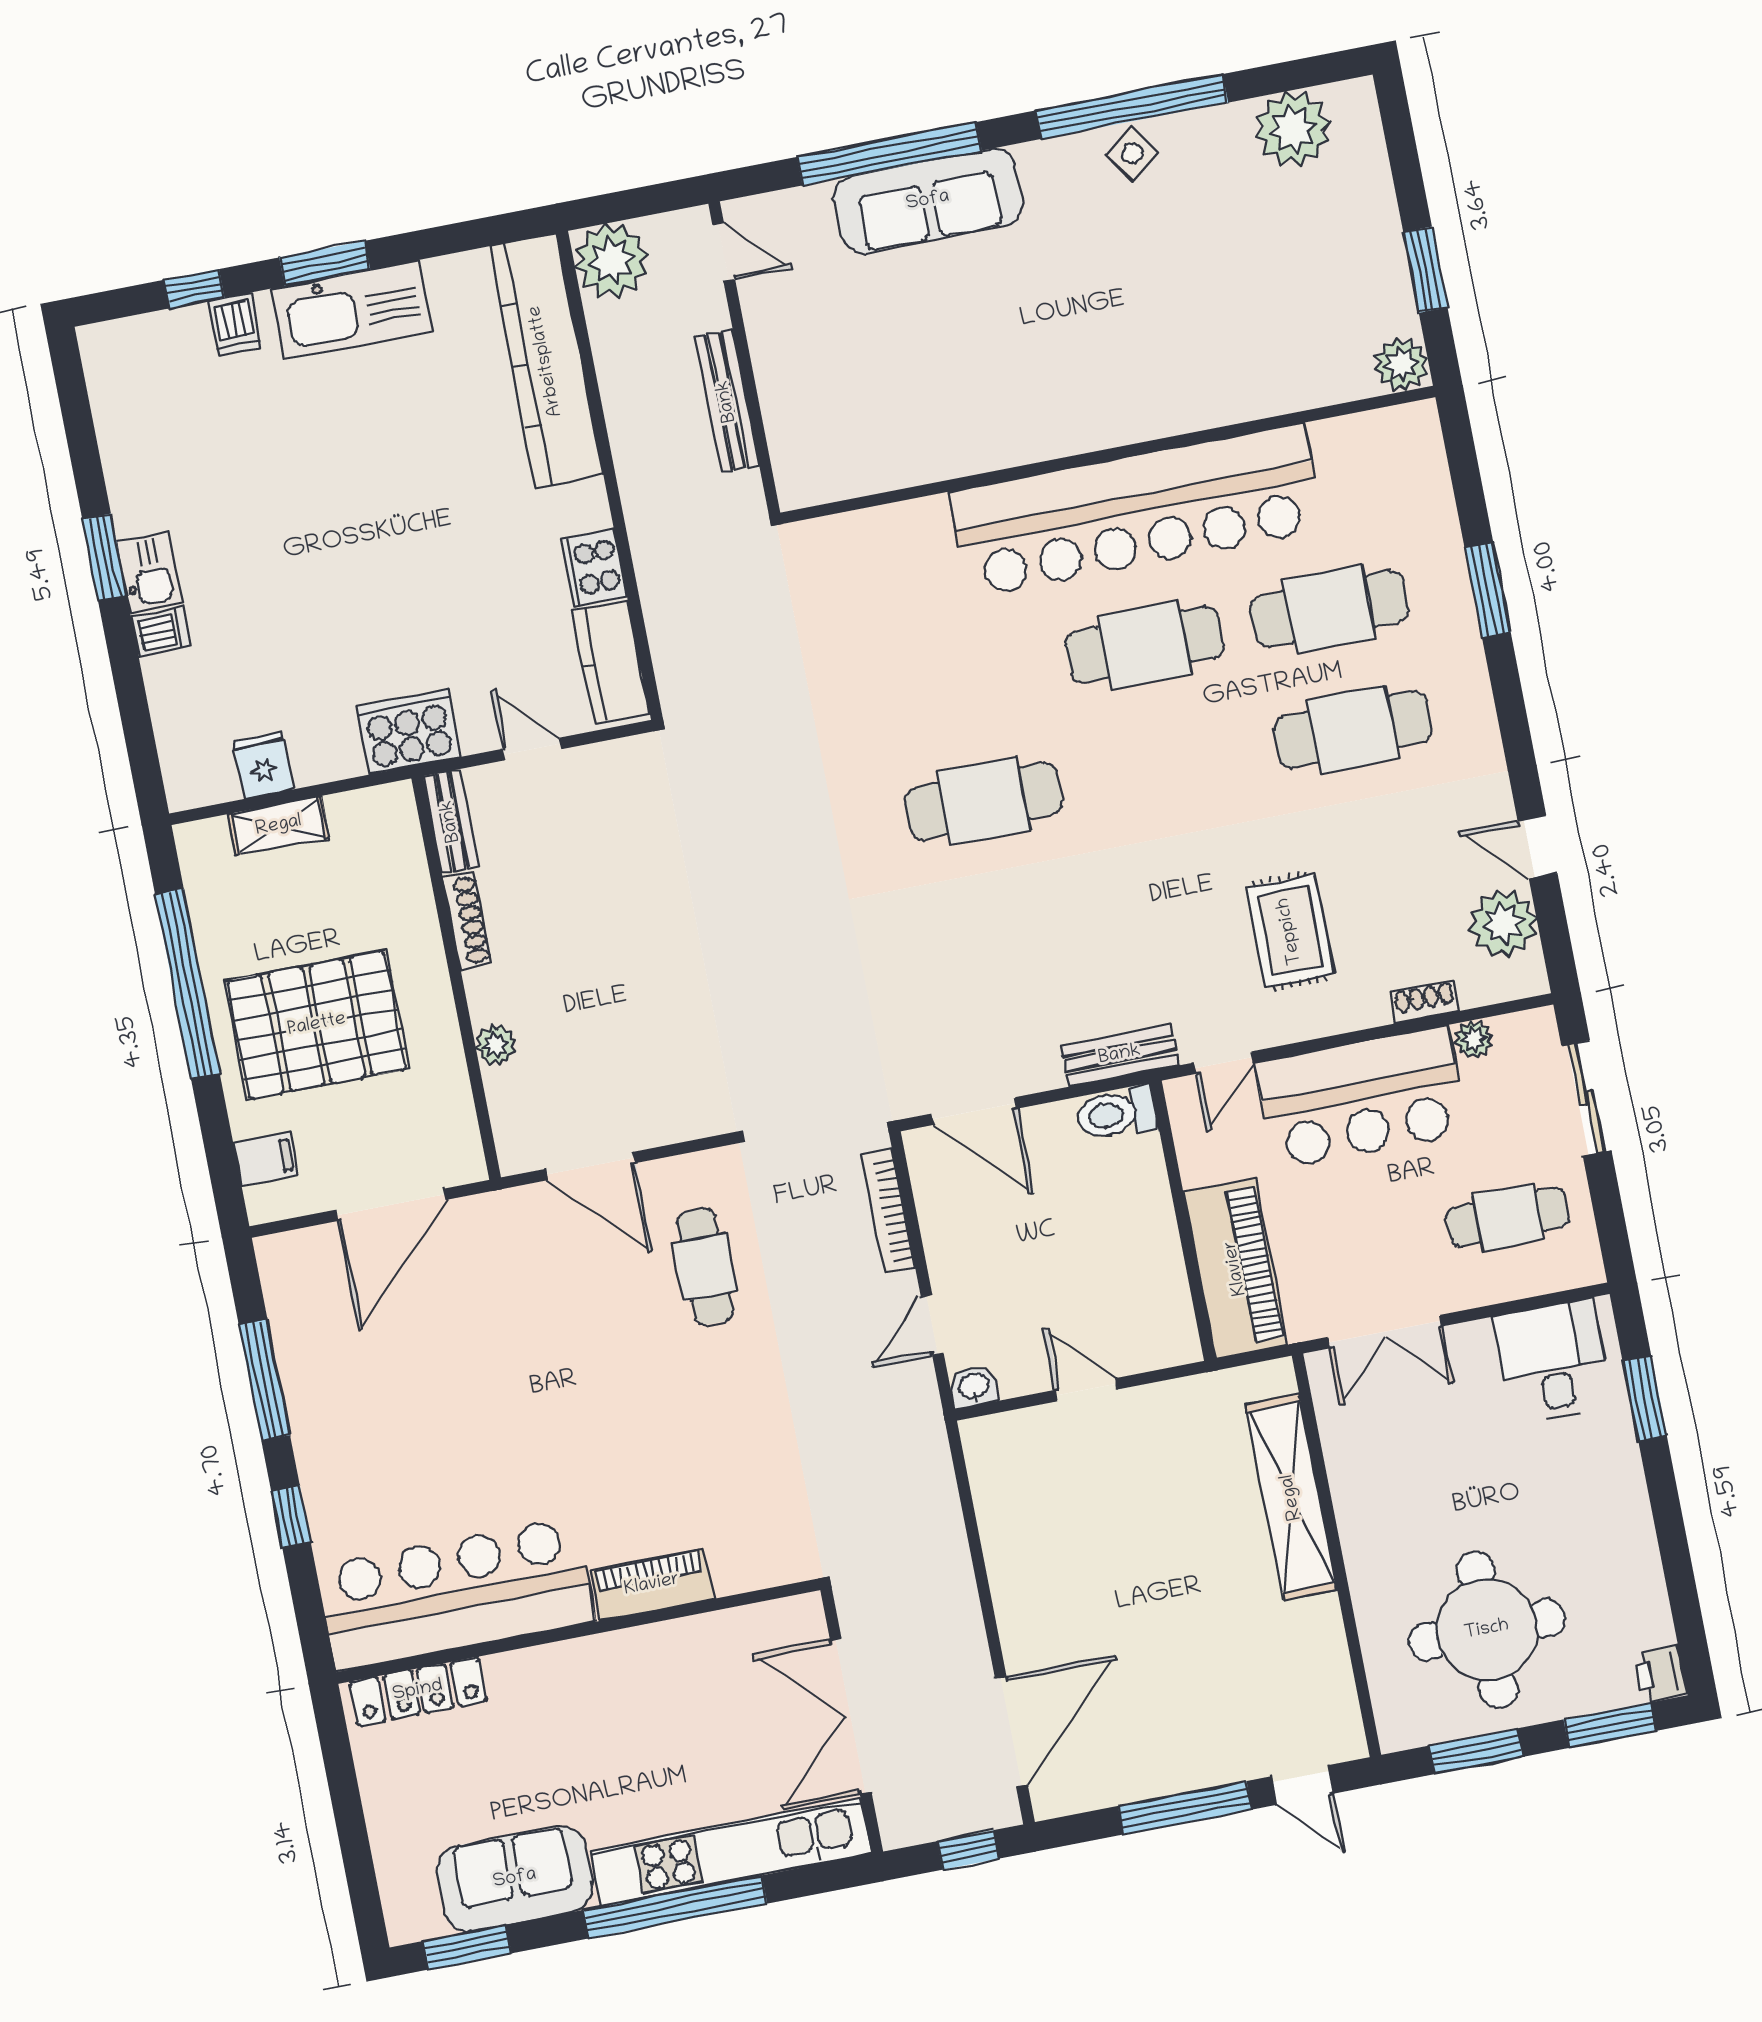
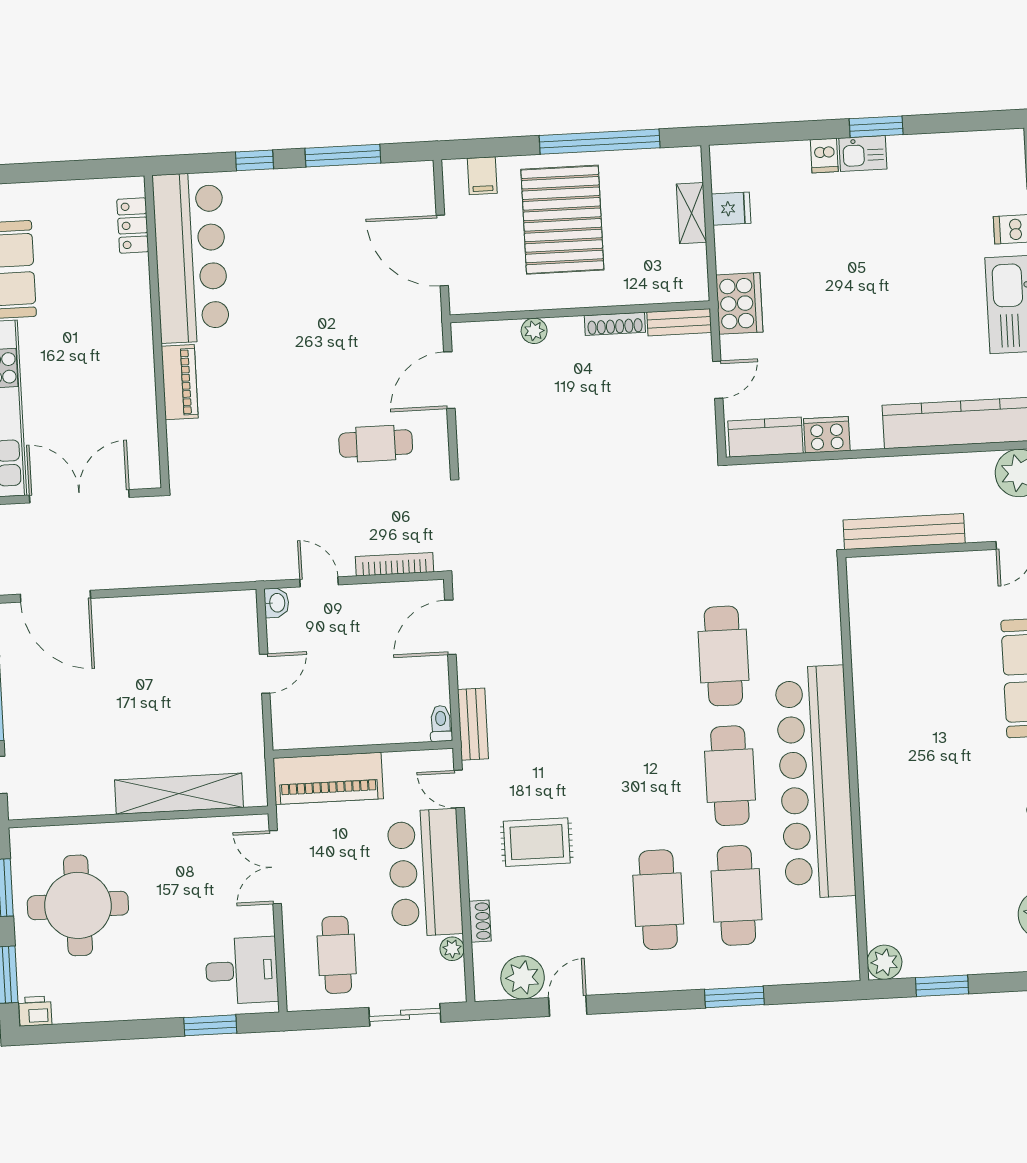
bench: (727, 401) -> (904, 532), width x1.37, depth x1.21
cafe table: (983, 801) -> (723, 656), moved
toilet: (1116, 1114) -> (441, 723), width x0.73, depth x0.72
locker: (418, 1691) -> (133, 225), width x0.66

